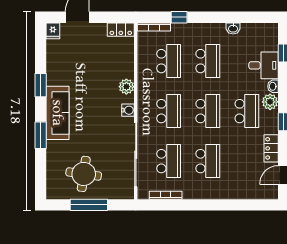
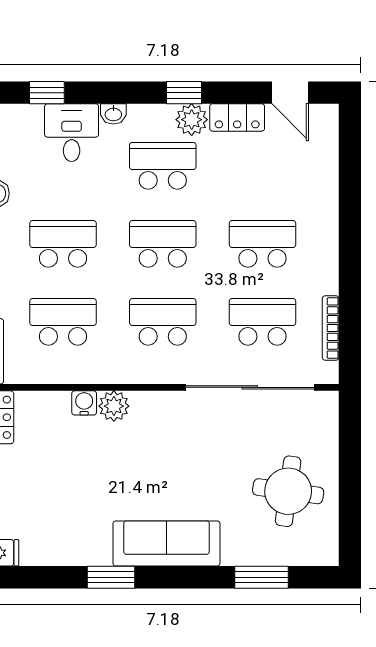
plant: (270, 102) -> (192, 120), moved
water cooler: (128, 110) -> (84, 403), moved
window: (41, 135) -> (261, 577), moved
window: (89, 205) -> (350, 481), removed

